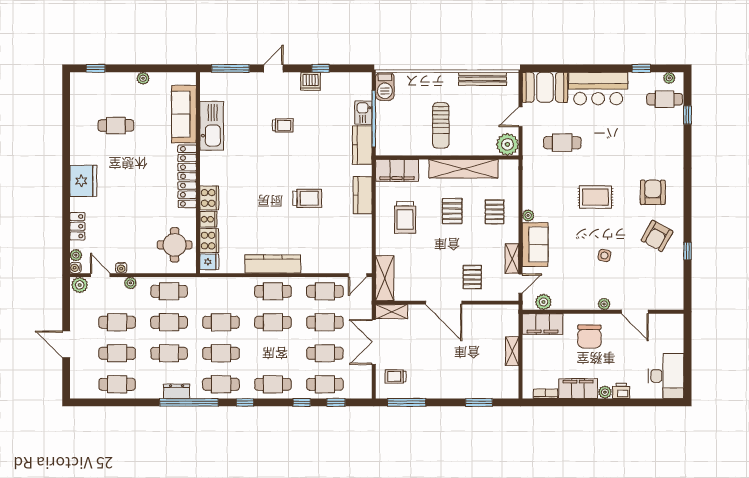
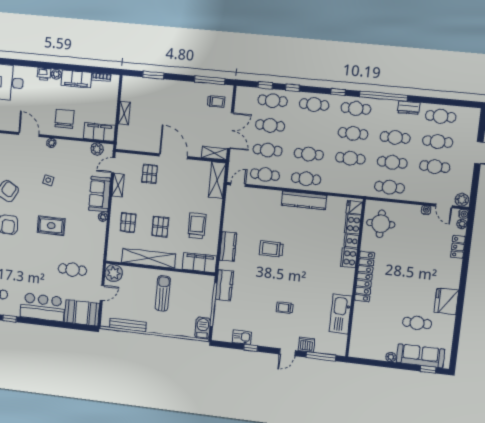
dishwasher: (311, 81) -> (307, 345), moved
kitchen sink: (363, 113) -> (242, 337), moved, turned -90
sofa: (184, 114) -> (420, 356), moved, turned -90
fridge: (83, 181) -> (446, 301), moved
plant: (130, 283) -> (420, 197), removed
dresser: (177, 391) -> (409, 108), moved

